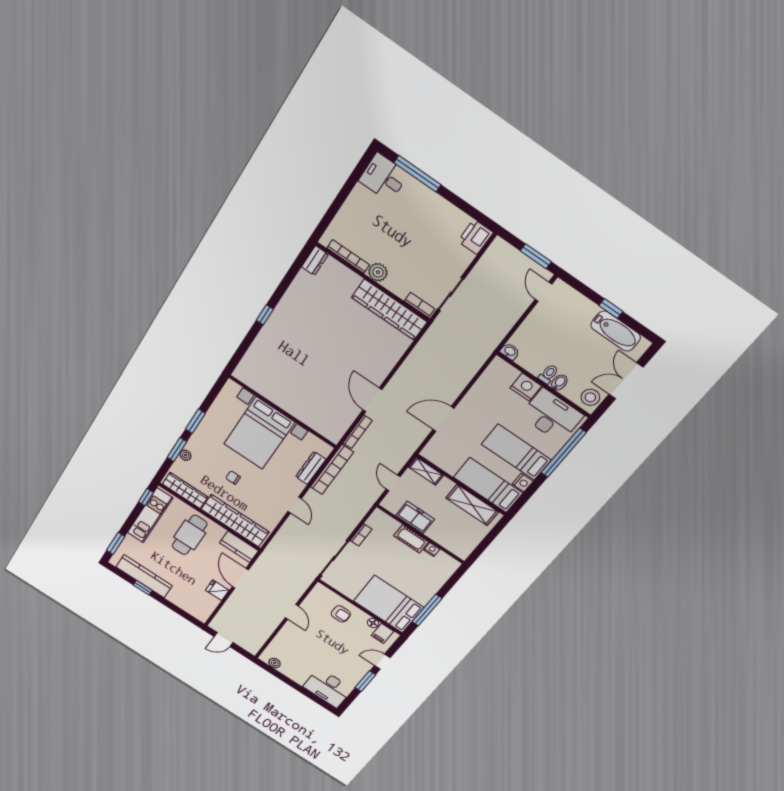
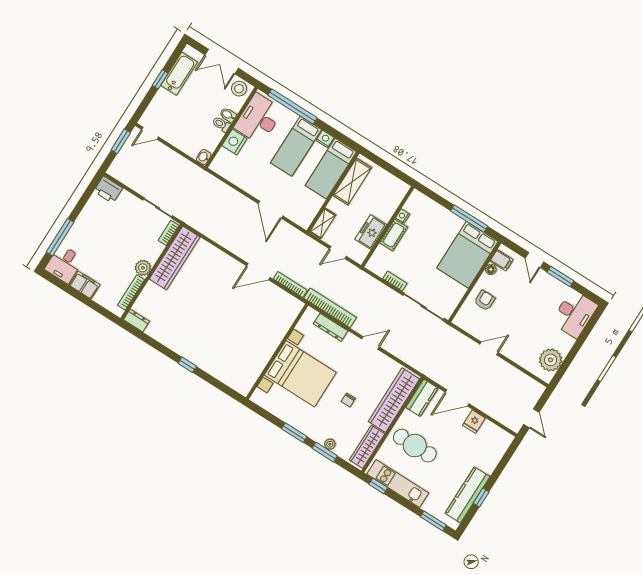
filing cabinet: (357, 201) -> (85, 285), added
plant: (274, 663) -> (551, 360), width x1.88, depth x1.88

